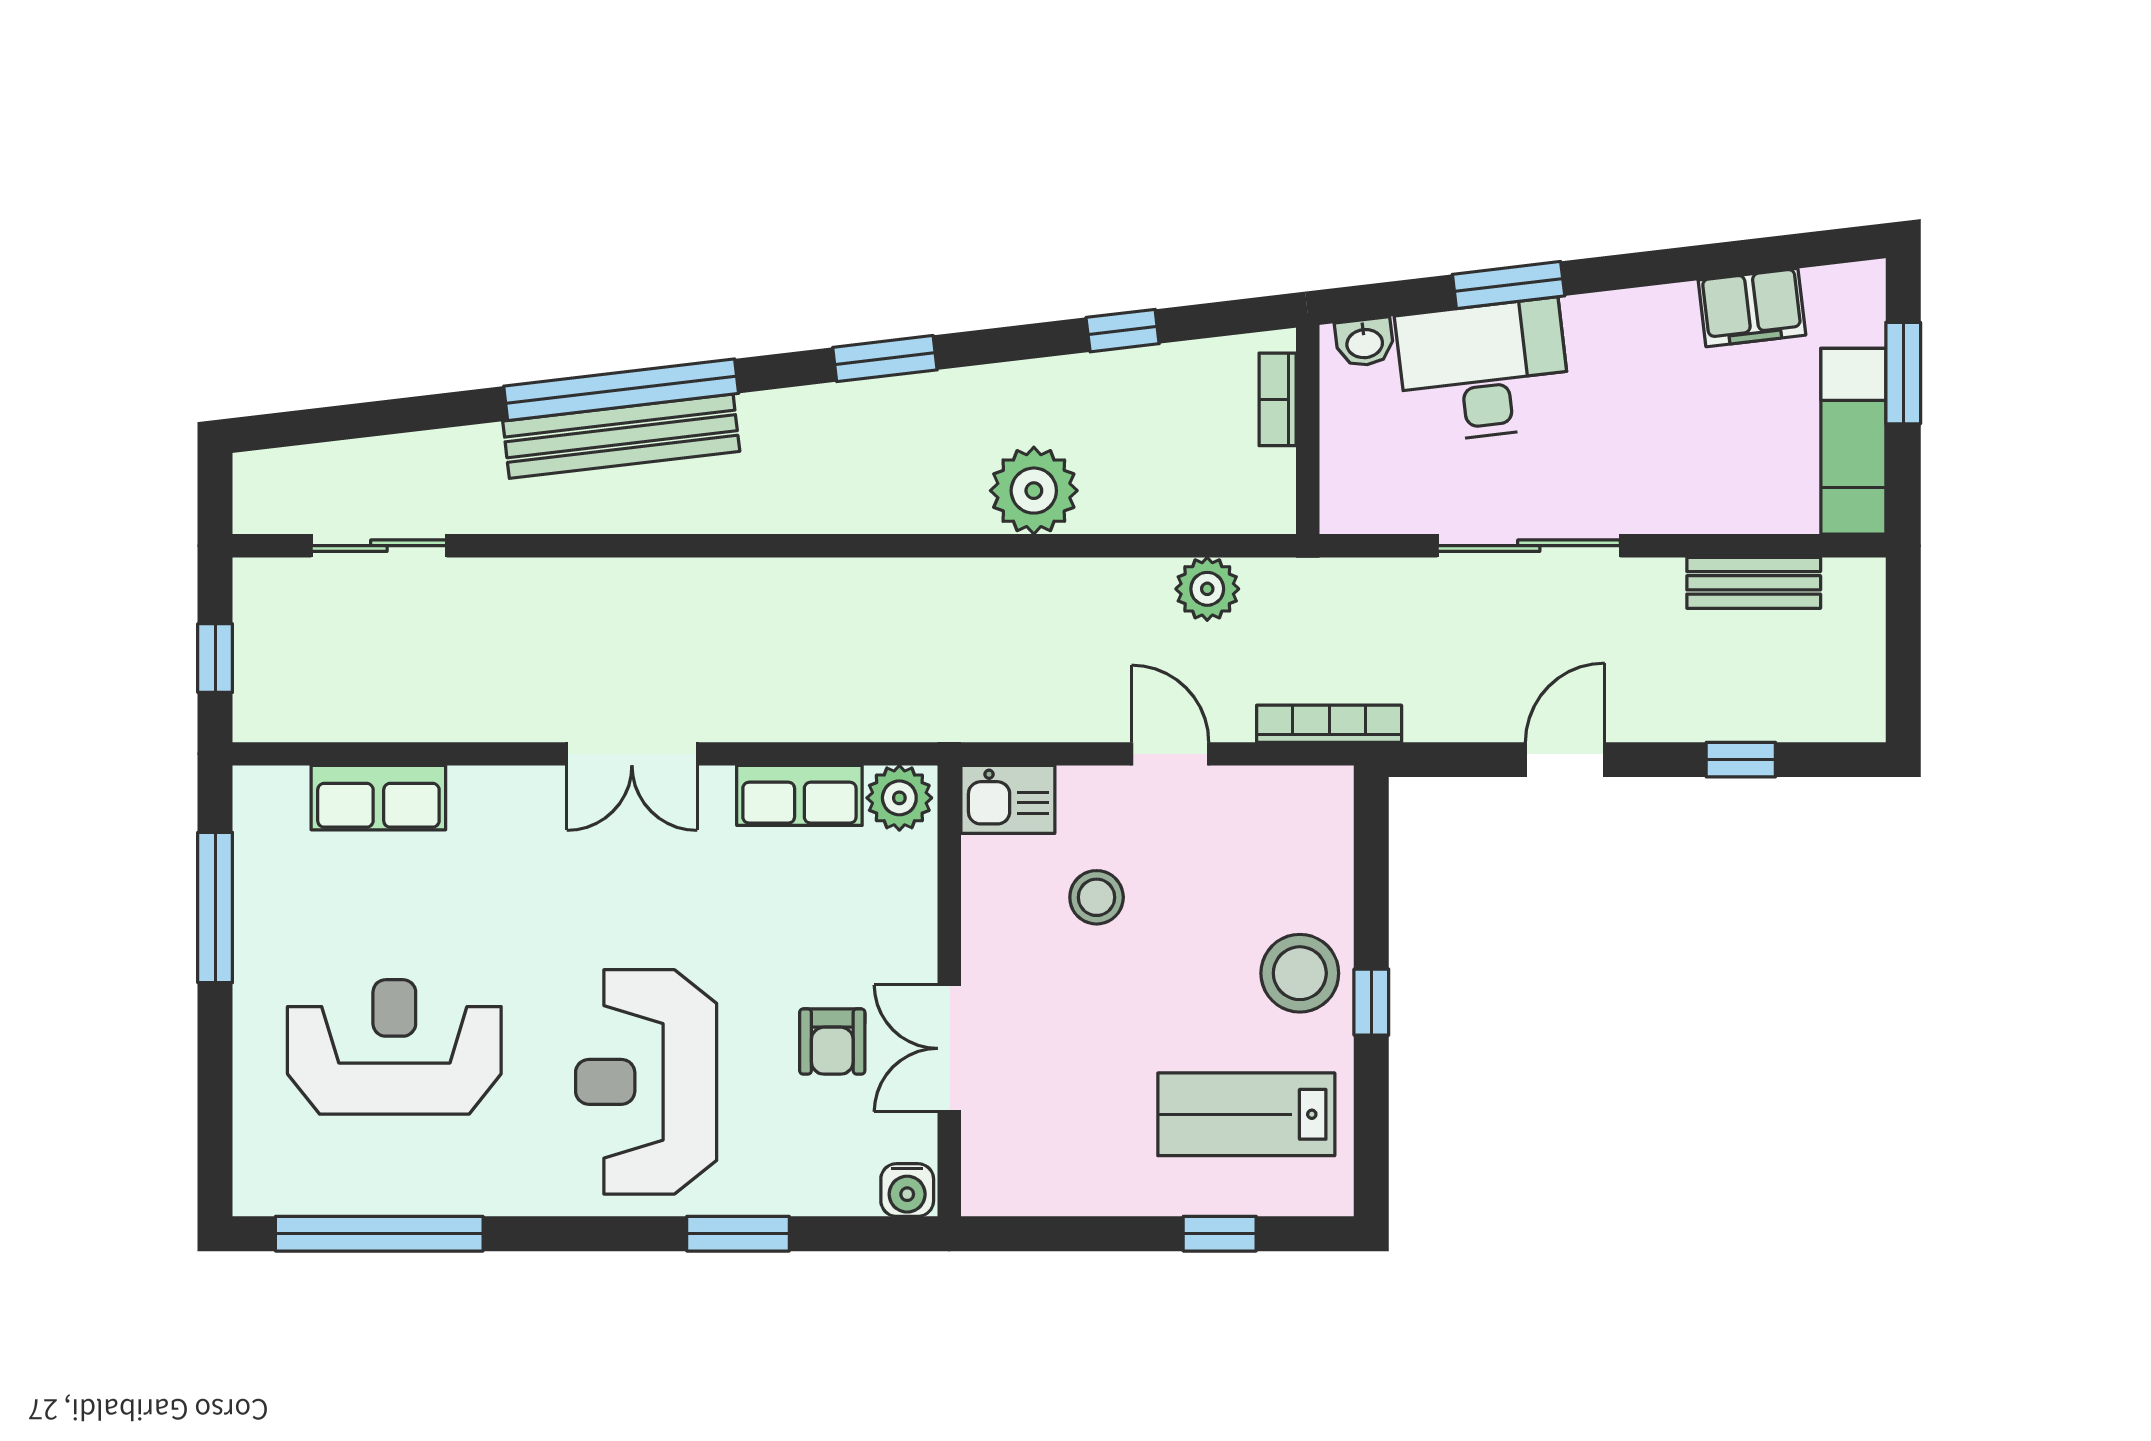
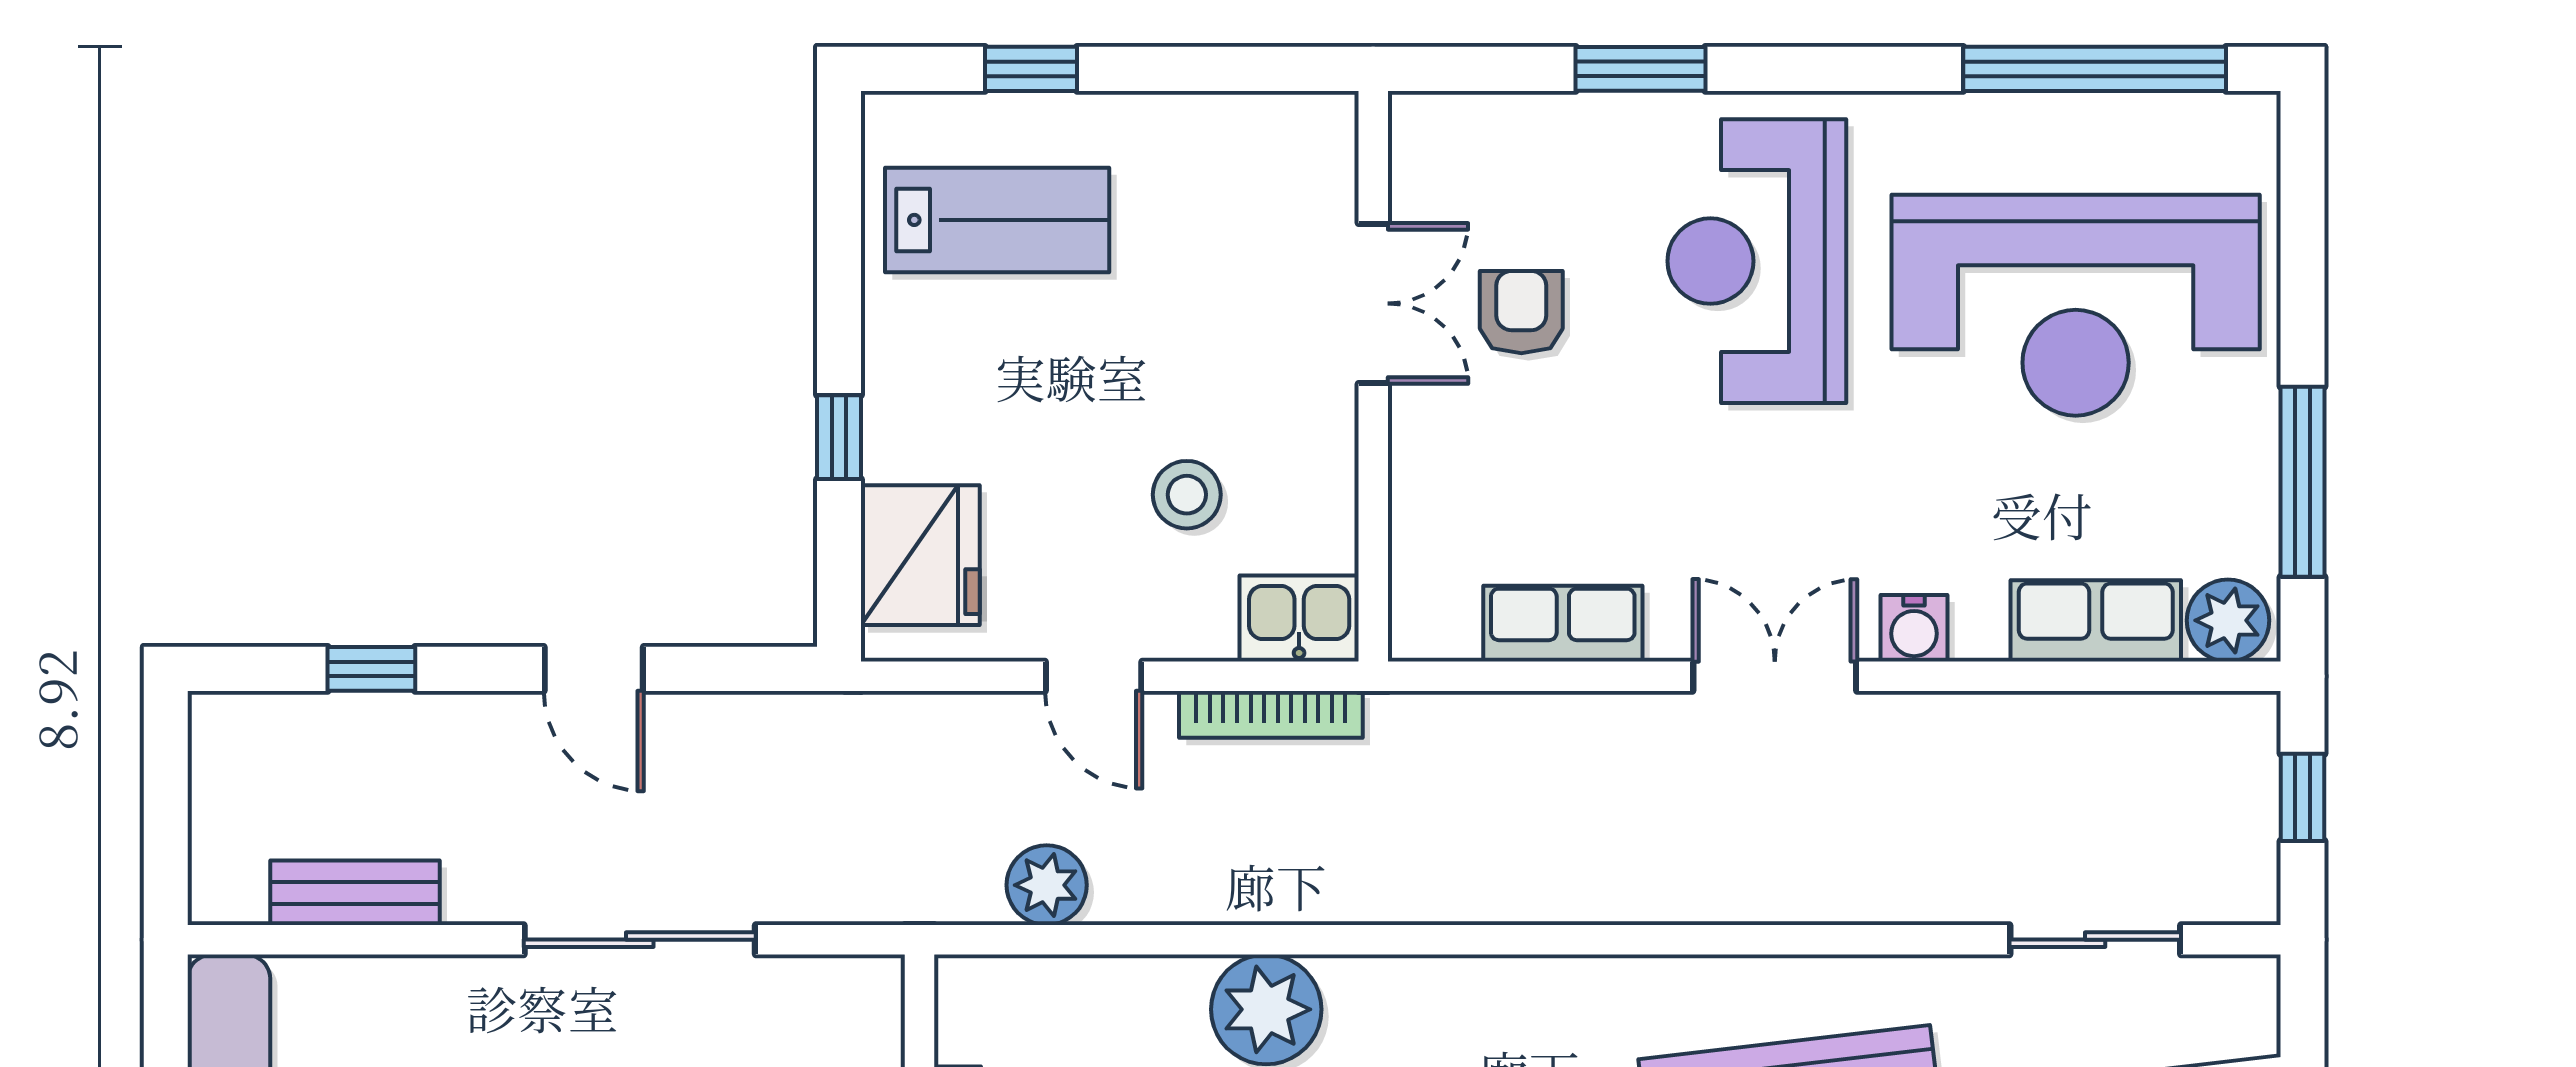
bookcase: (1329, 724) -> (1271, 714), moved
door: (1565, 760) -> (594, 669), hinge flipped
plant: (899, 798) -> (2228, 620), moved
fridge: (1307, 849) -> (920, 555), added
stool: (1300, 973) -> (929, 399), removed
window: (1371, 1002) -> (839, 437), moved
reception desk: (394, 1047) -> (2076, 305), width x1.36, depth x1.30
reception desk: (646, 1082) -> (1757, 261), turned 180
water cooler: (907, 1190) -> (1914, 628), moved, turned 180

